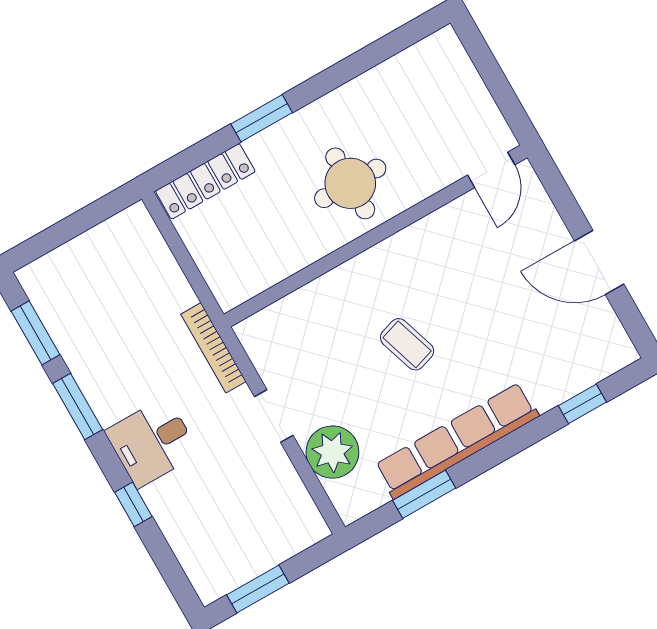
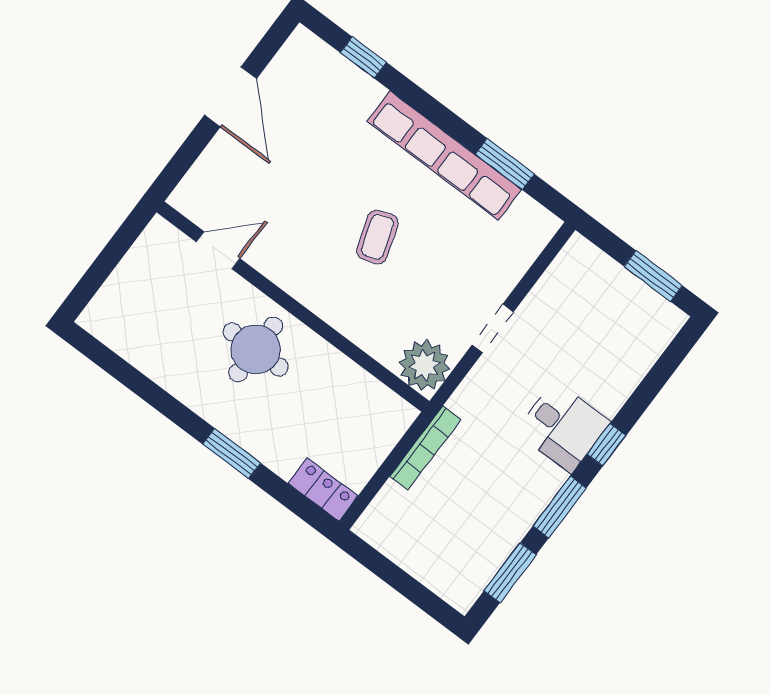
door: (491, 170) -> (218, 250), moved
locker: (205, 181) -> (323, 490), width x0.66
bookcase: (213, 348) -> (425, 448), moved
plant: (332, 452) -> (424, 365), moved
window: (133, 504) -> (606, 445), moved

